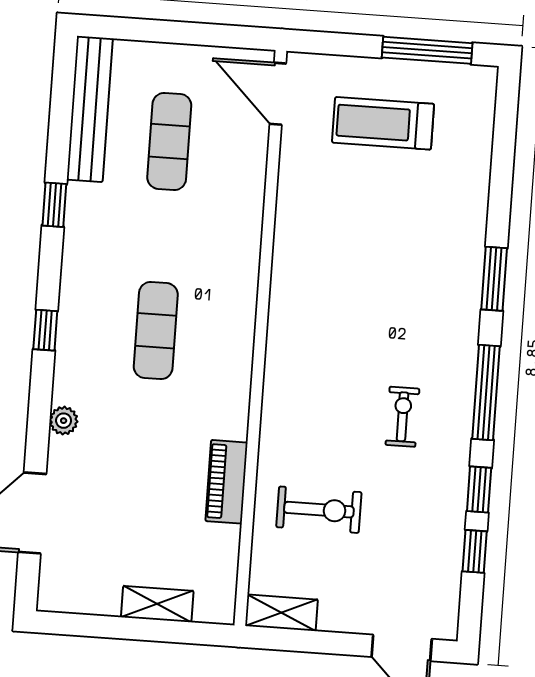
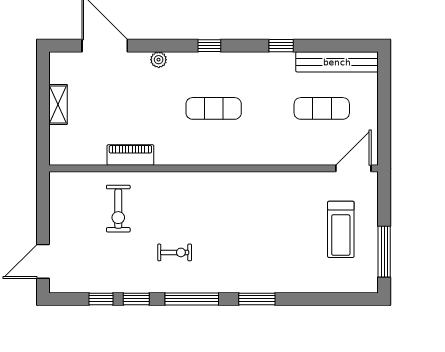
treadmill: (383, 123) -> (341, 229), turned 180
shelving: (157, 604) -> (58, 104), moved
shelving: (281, 613) -> (58, 191), removed

